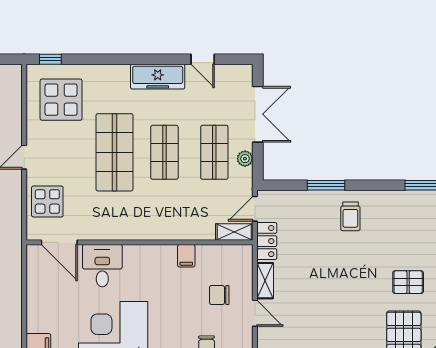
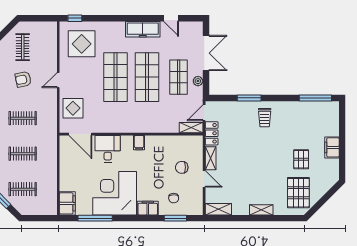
shop shelf: (164, 152) -> (147, 77), width x1.43, depth x1.36
filing cabinet: (186, 256) -> (139, 143), moved
pallet: (408, 282) -> (301, 159), turned 90

